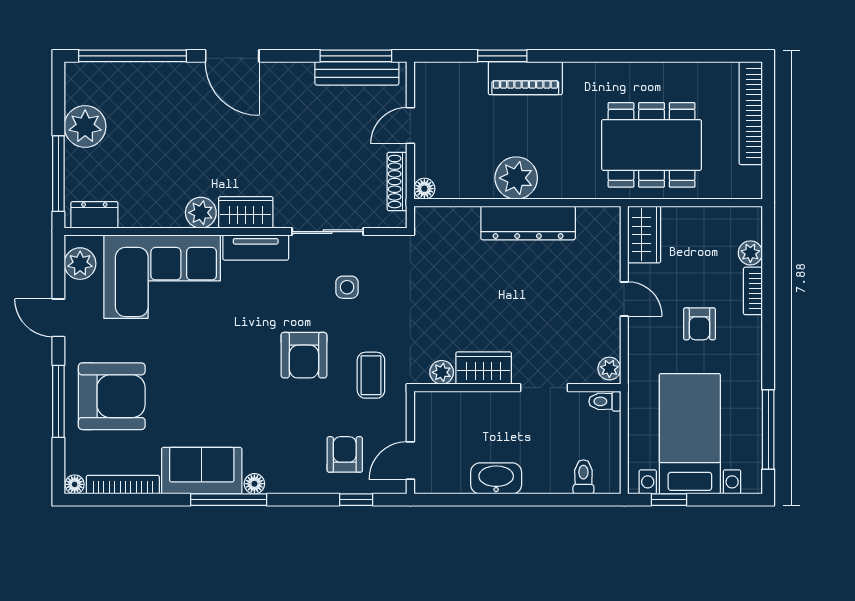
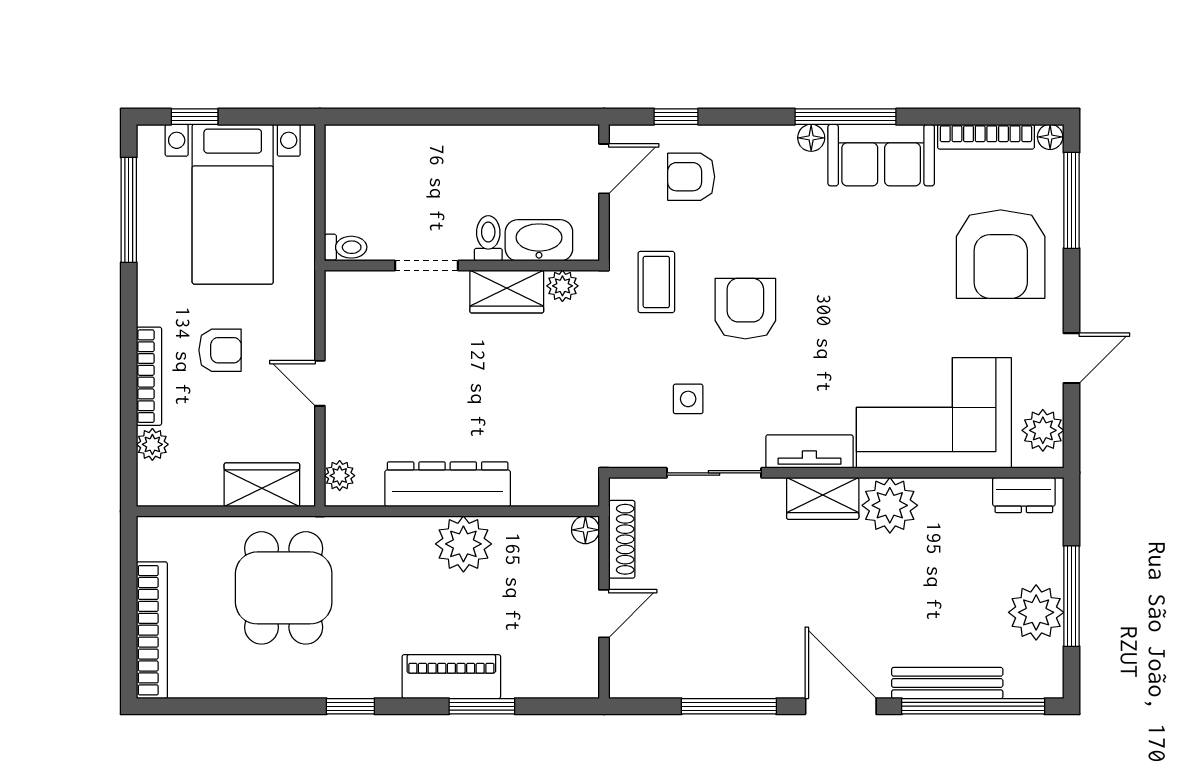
window: (356, 56) -> (729, 706), moved
window: (601, 56) -> (350, 706), added
bench: (357, 73) -> (947, 683), moved
dining table: (652, 145) -> (284, 588), width x0.73
window: (58, 174) -> (1072, 596), moved
plant: (201, 213) -> (890, 505), width x1.36, depth x1.36
wardrobe: (644, 235) -> (262, 485), moved, turned 90
bookcase: (753, 291) -> (149, 376), width x1.56
door: (58, 318) -> (1072, 358), hinge flipped
armchair: (699, 324) -> (220, 350), turned 90
plant: (609, 369) -> (340, 476), moved
armchair: (112, 396) -> (1001, 254), turned -90
window: (58, 401) -> (1072, 200), moved
armchair: (345, 454) -> (691, 177), turned 90
toilet: (583, 477) -> (488, 238), moved, turned 180
washbasin: (496, 478) -> (539, 240), moved, turned 180
window: (669, 500) -> (195, 117), moved

